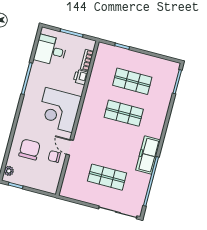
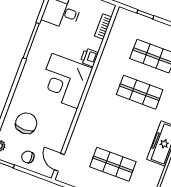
printer: (81, 77) -> (89, 57), moved
door: (70, 147) -> (59, 162), moved
chair: (54, 156) -> (28, 157), moved

